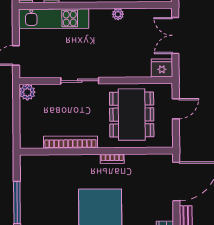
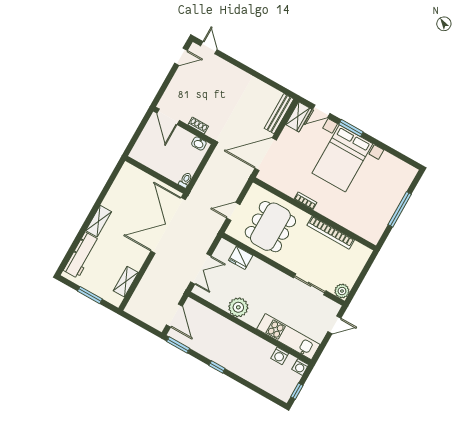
plant: (118, 14) -> (238, 307), width x1.88, depth x1.88
fridge: (162, 68) -> (241, 258), moved
sliding door: (80, 81) -> (310, 284), moved

